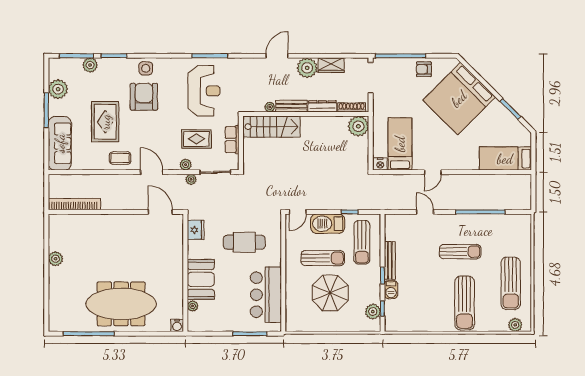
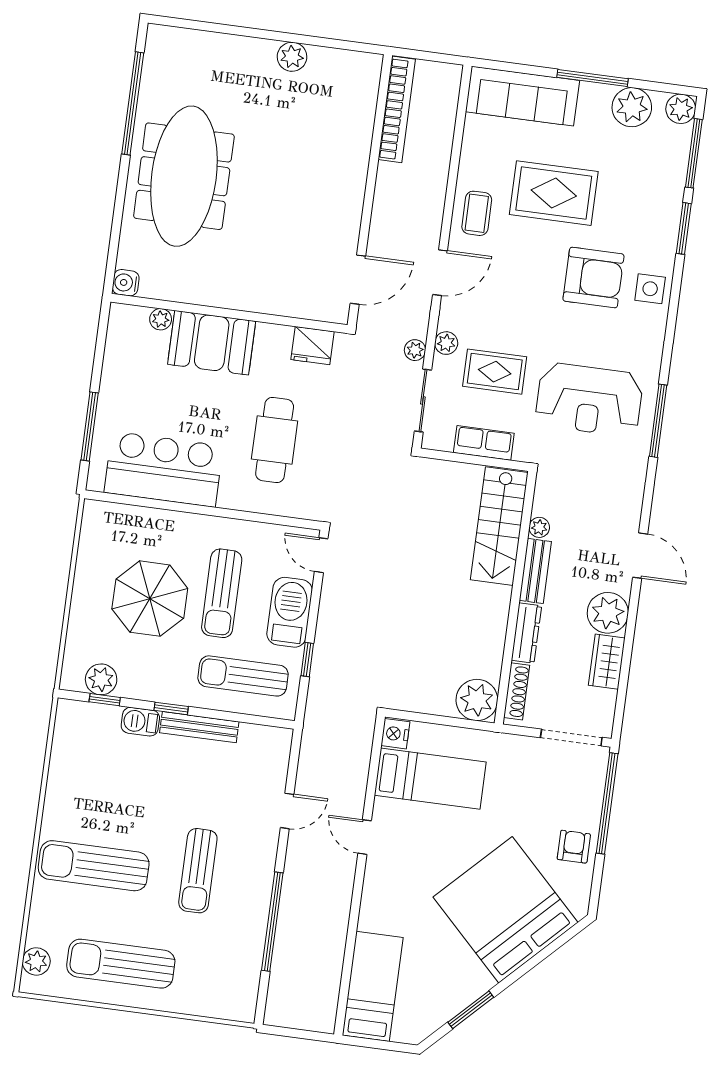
plant: (90, 65) -> (681, 109), moved
rug: (196, 139) -> (495, 372), turned 90

